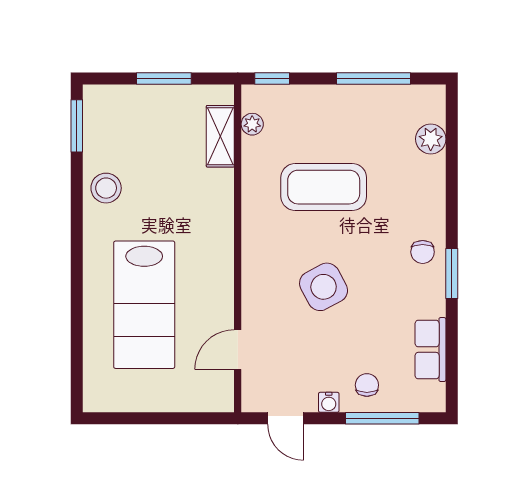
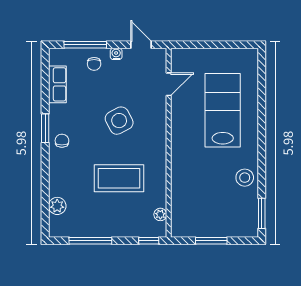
shelving: (220, 136) -> (179, 208), removed

